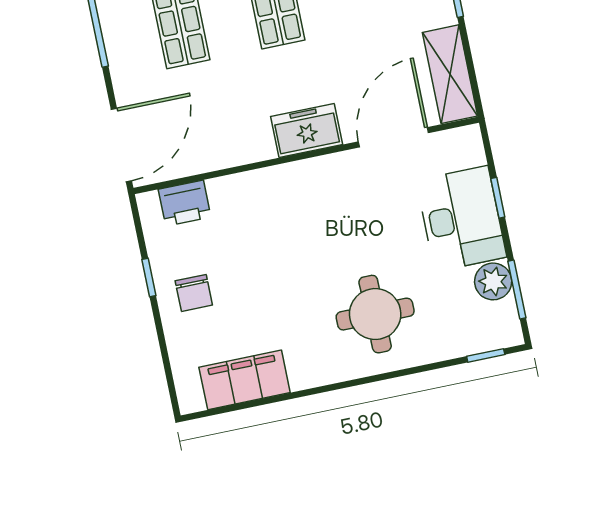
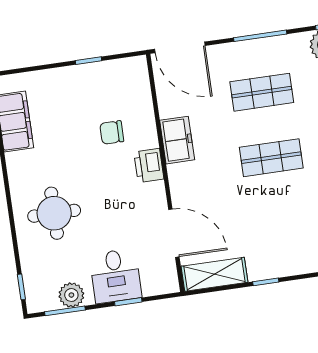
freezer: (307, 131) -> (177, 140), moved
printer: (185, 203) -> (149, 166), moved
desk: (461, 219) -> (116, 276), width x0.73
chair: (194, 293) -> (112, 132), moved

